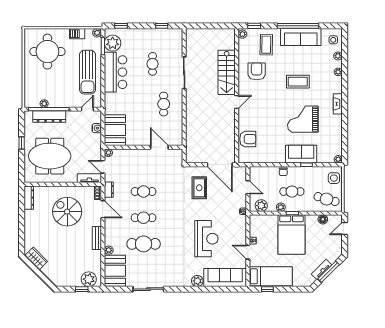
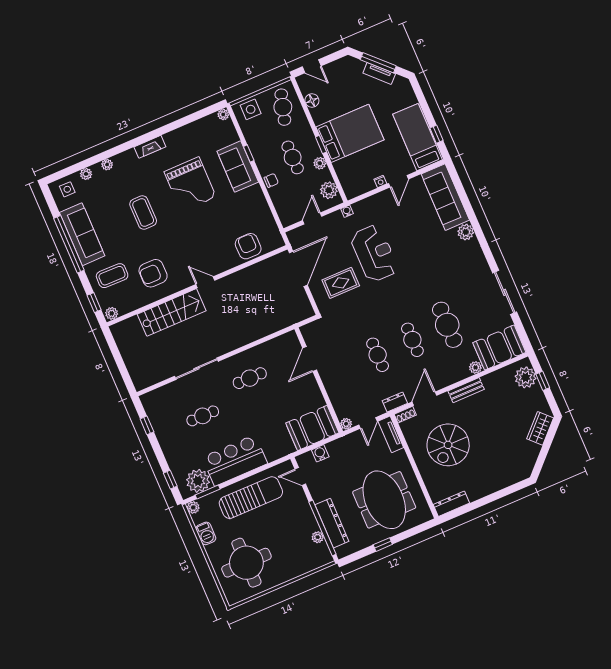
reception desk: (206, 239) -> (374, 253), moved, turned 90
wardrobe: (36, 258) -> (540, 428), moved

